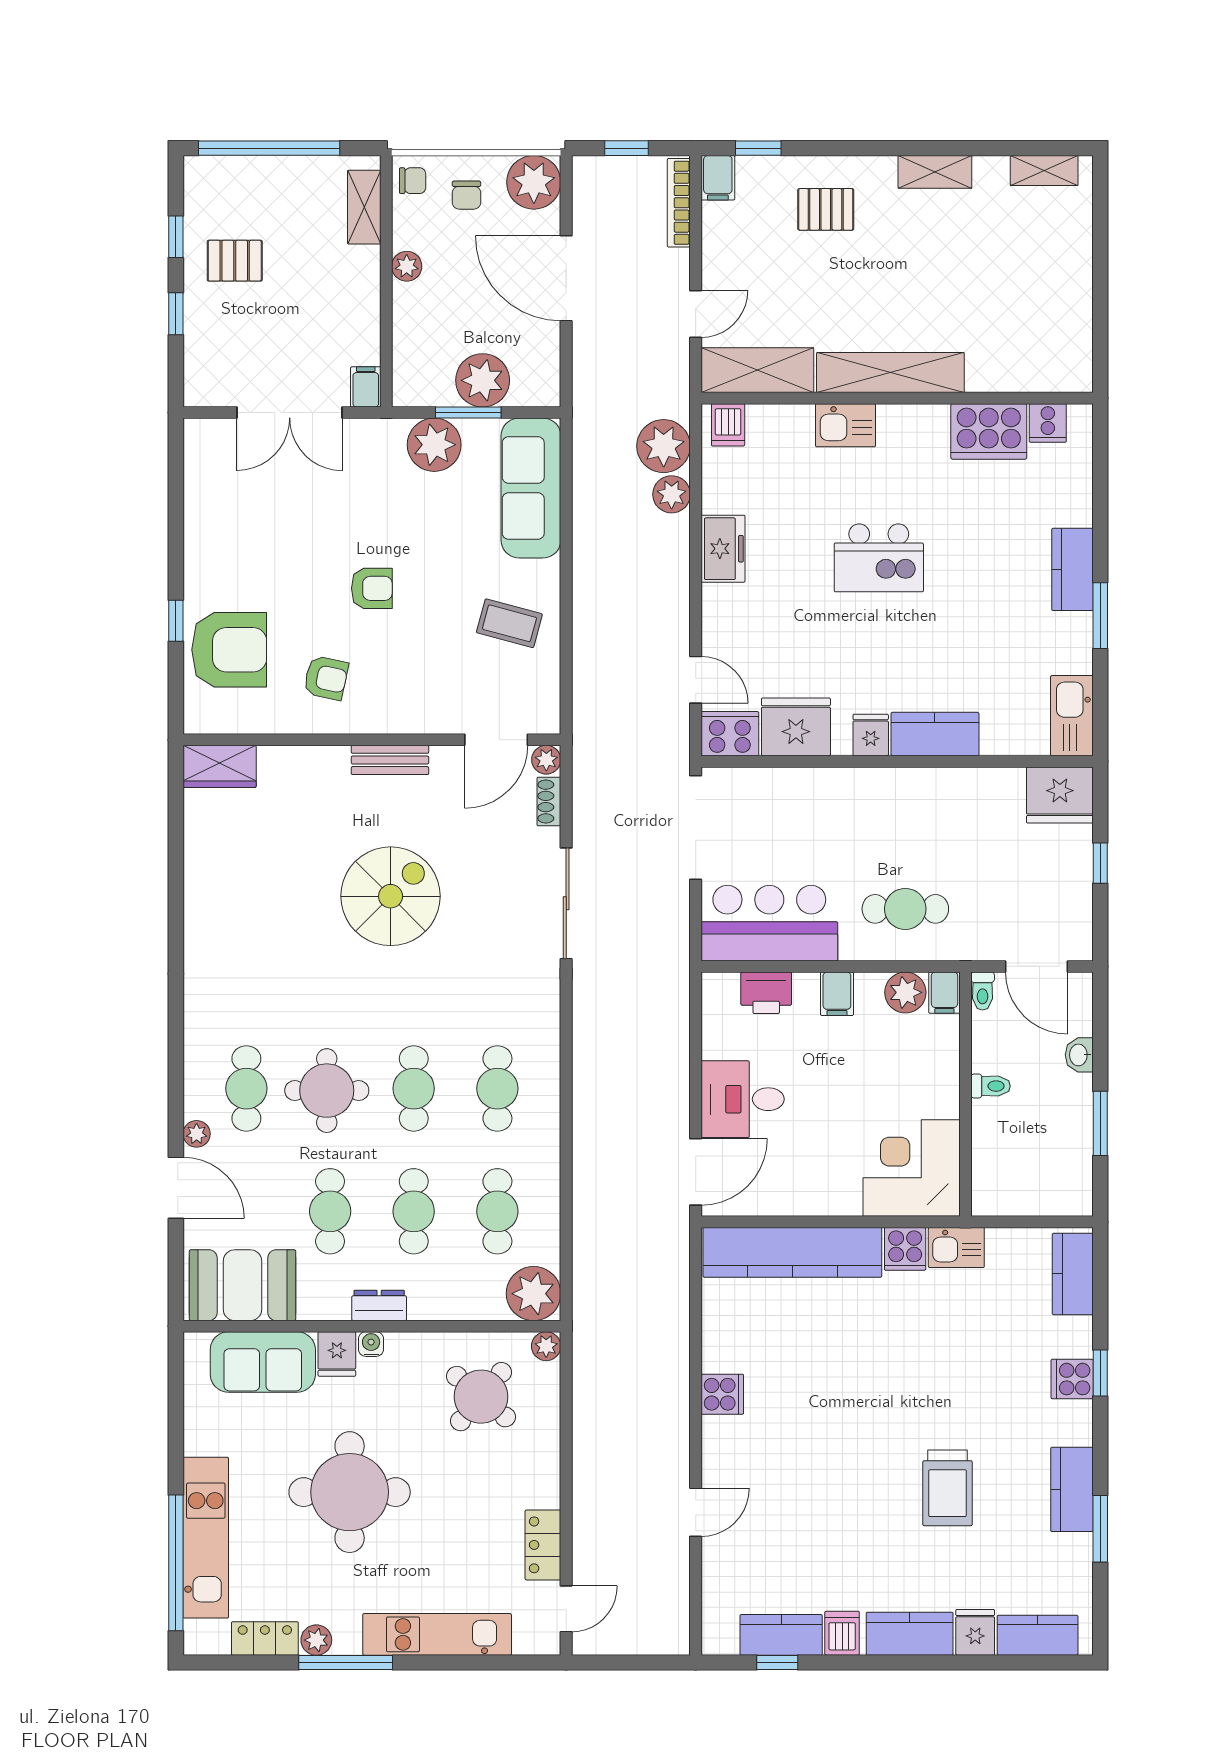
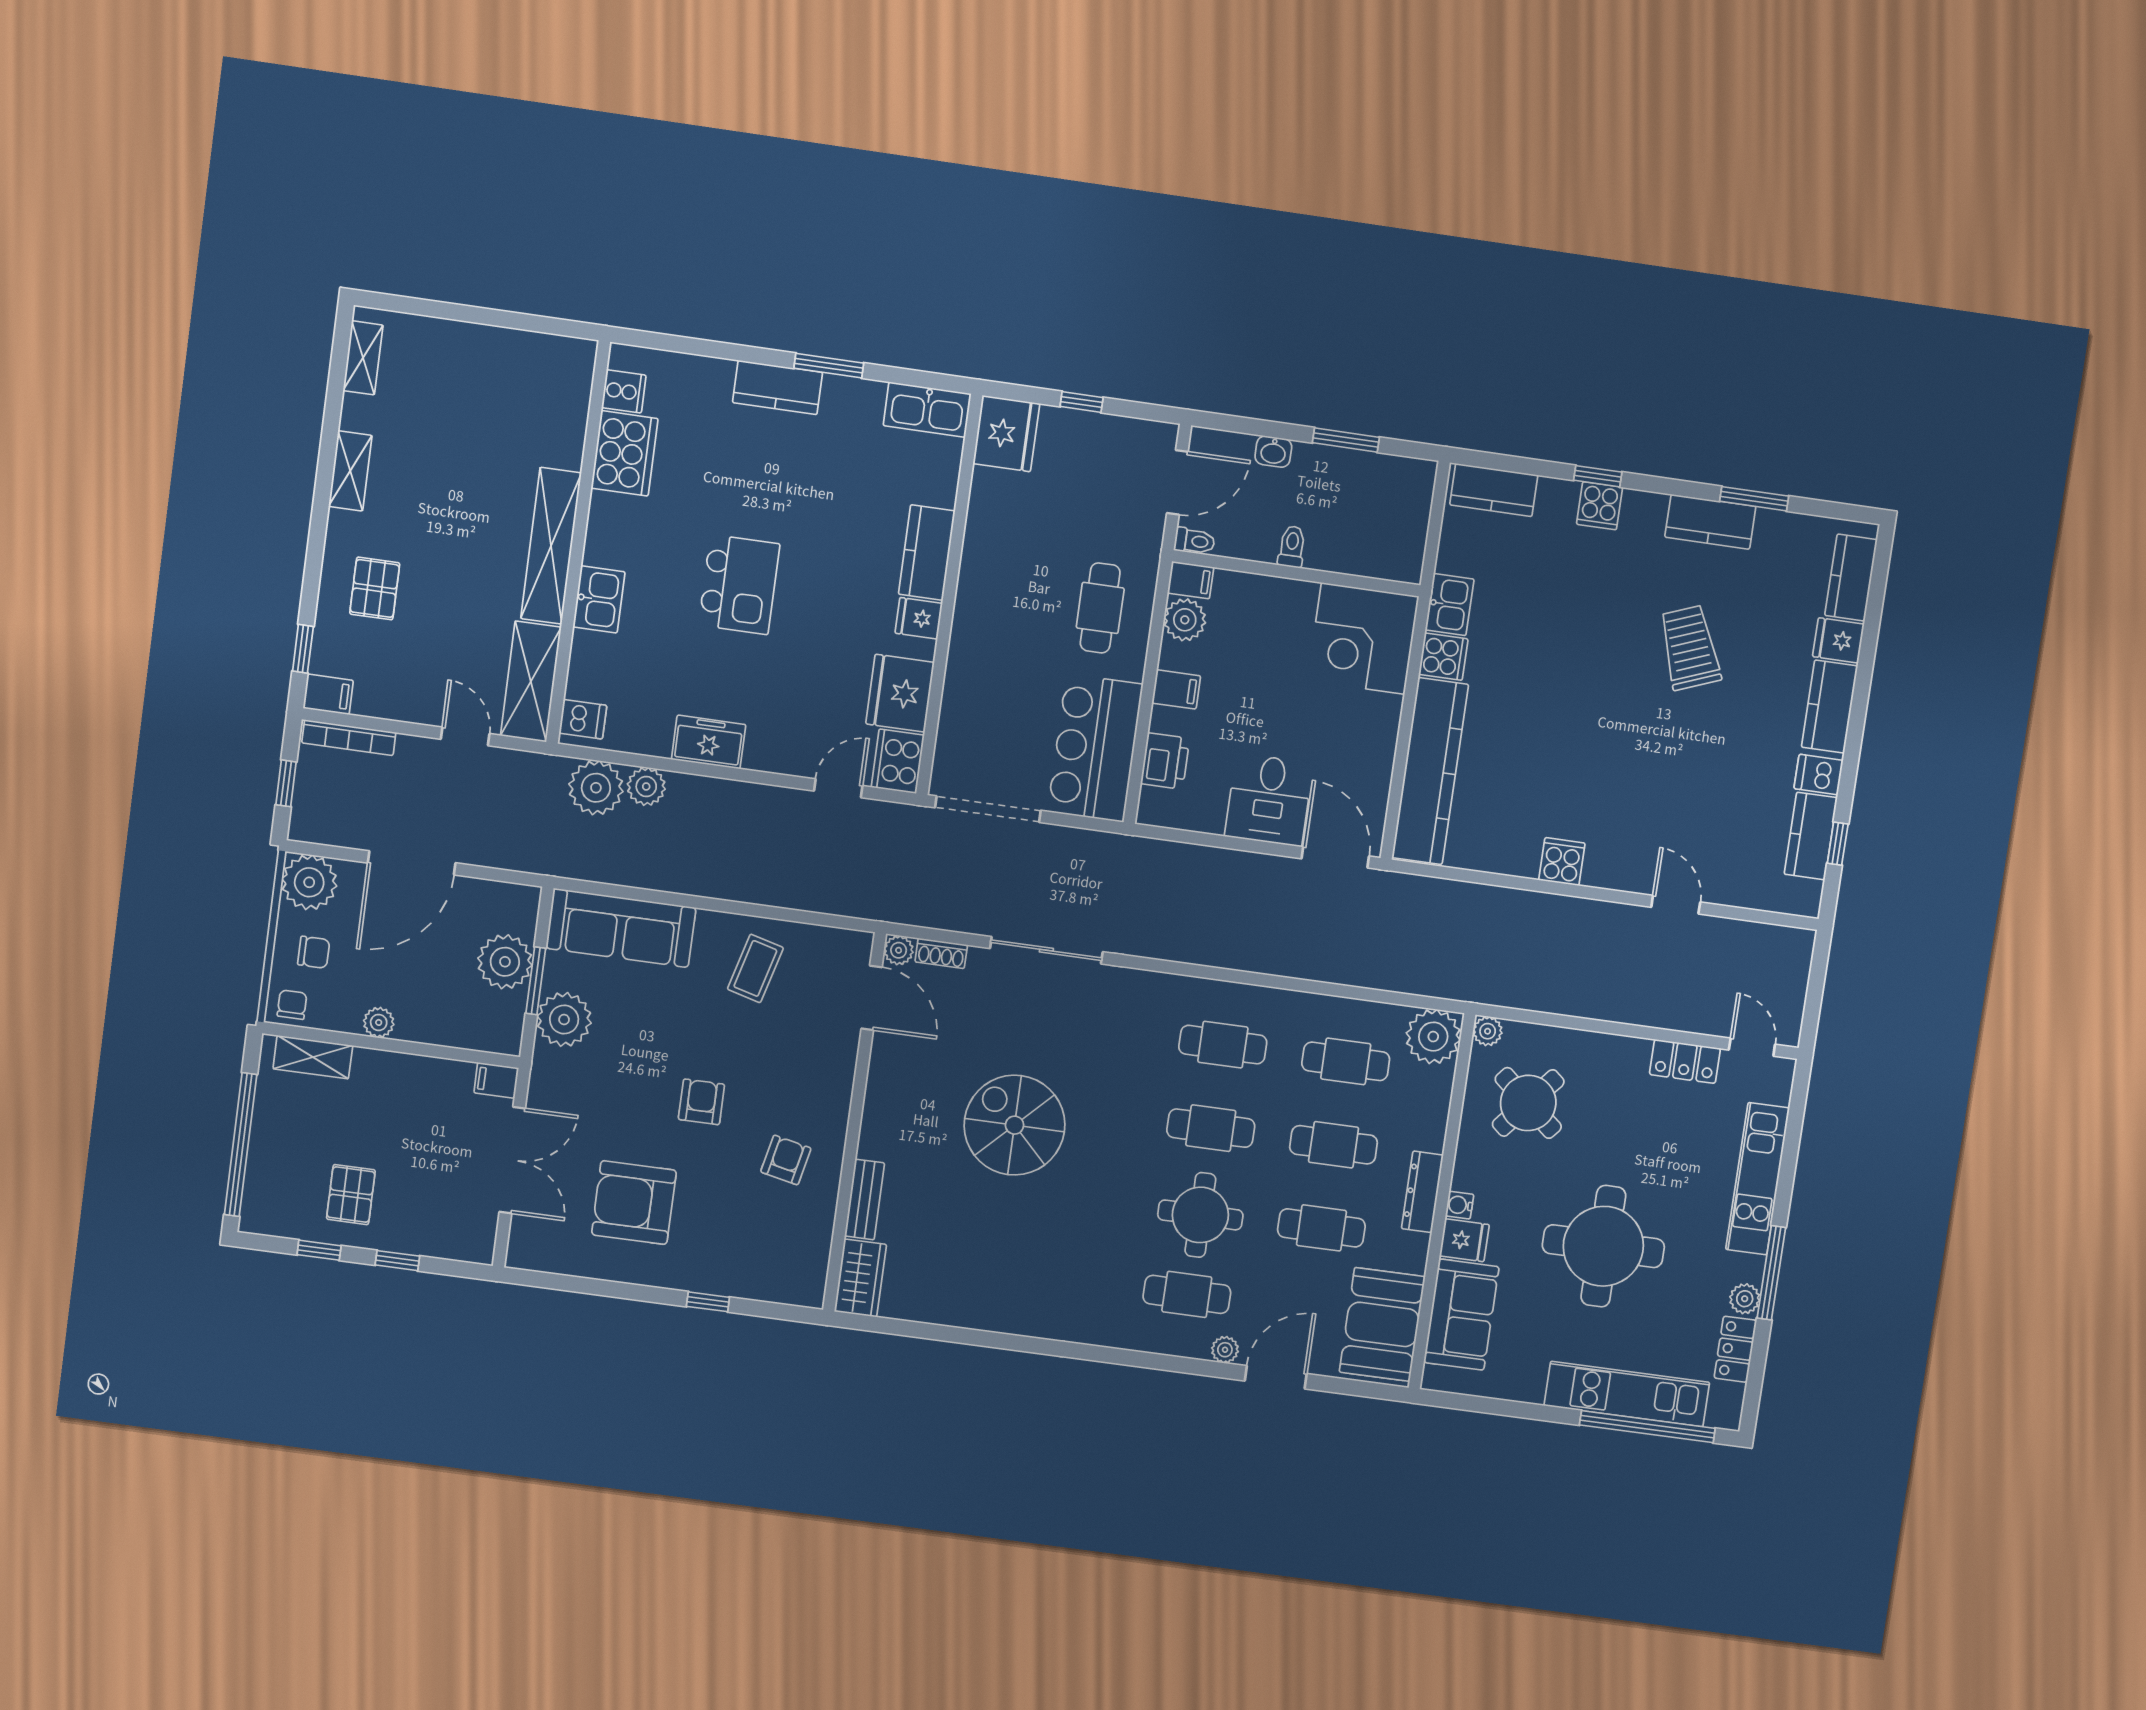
armchair: (229, 650) -> (634, 1203), moved, turned -90
bench: (390, 760) -> (865, 1199), moved
dresser: (379, 1305) -> (1422, 1192), width x1.44
trolley: (948, 1488) -> (1690, 648), turned -111

